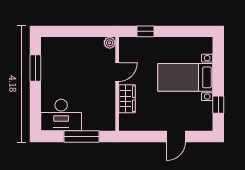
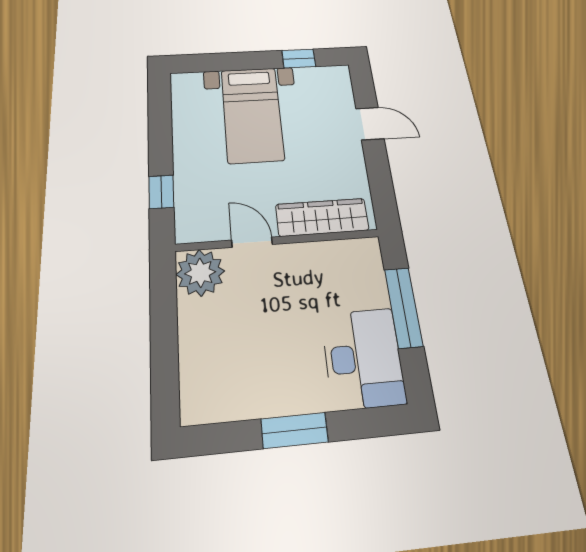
plant: (110, 43) -> (200, 273), width x1.88, depth x1.88
window: (35, 68) -> (294, 430), moved
wardrobe: (127, 99) -> (322, 217), width x1.50

